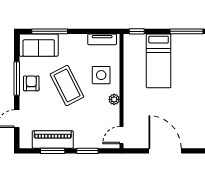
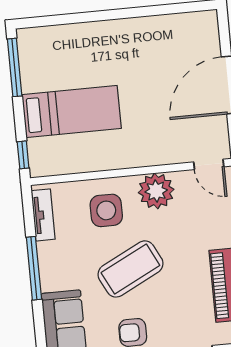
window: (50, 31) -> (34, 268), moved
plant: (114, 99) -> (156, 191), width x1.87, depth x1.87

